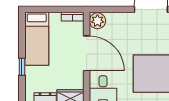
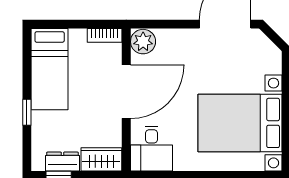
door: (87, 53) -> (126, 92), hinge flipped

